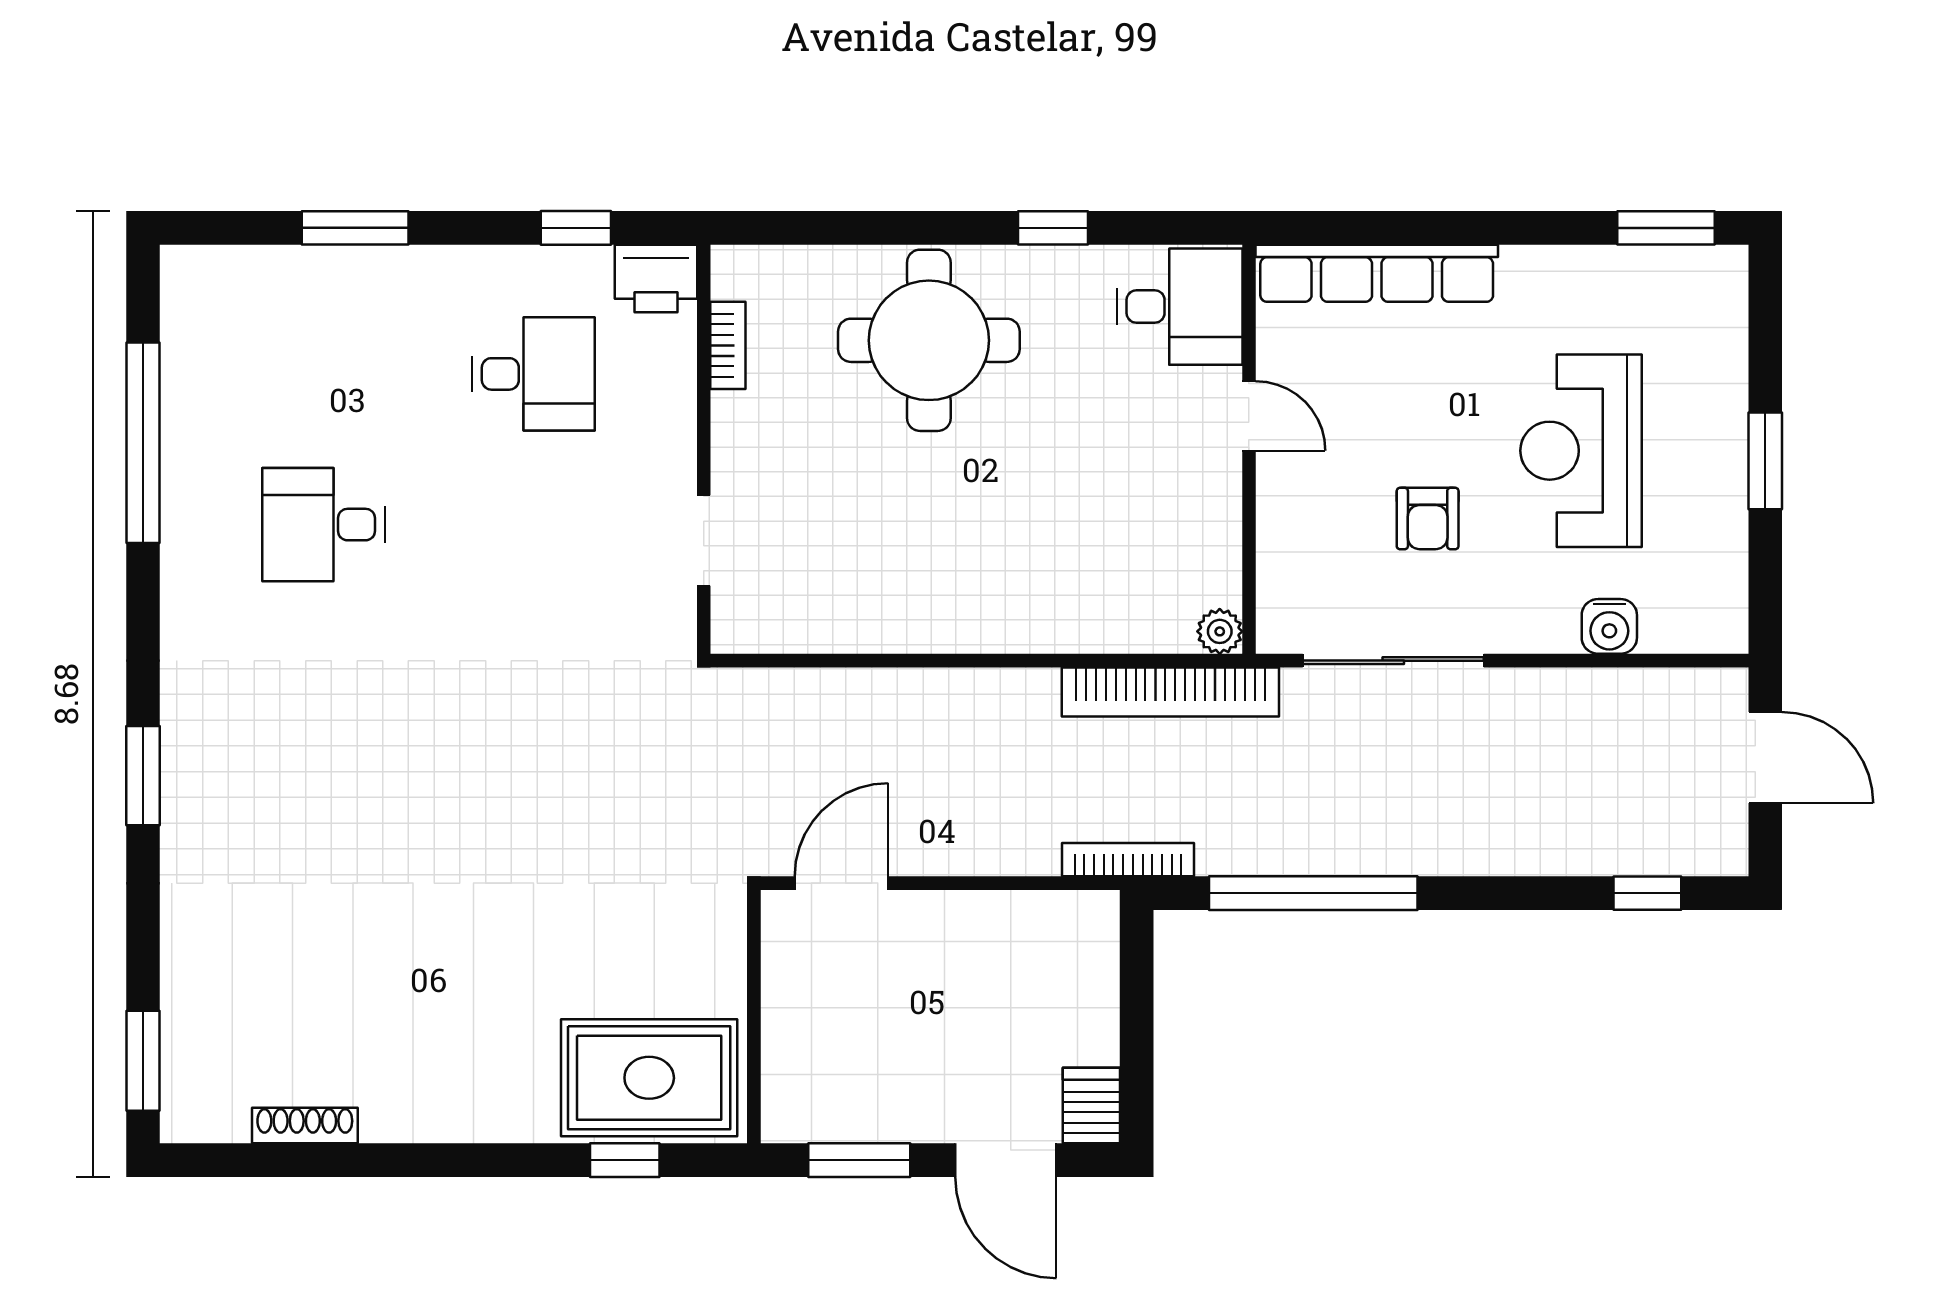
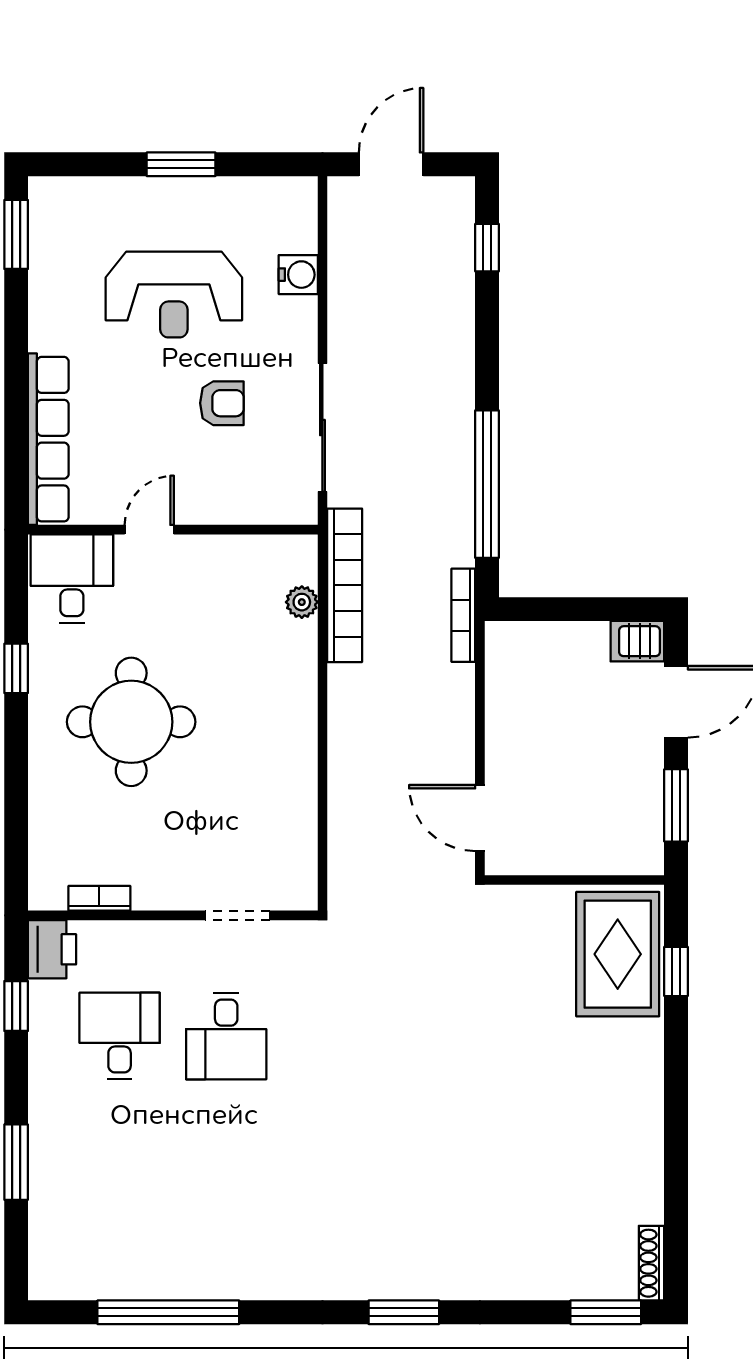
round table: (929, 340) -> (131, 722), moved
desk: (323, 525) -> (226, 1036), moved
plant: (1220, 631) -> (302, 602), moved
shoe rack: (305, 1126) -> (652, 1263), moved

